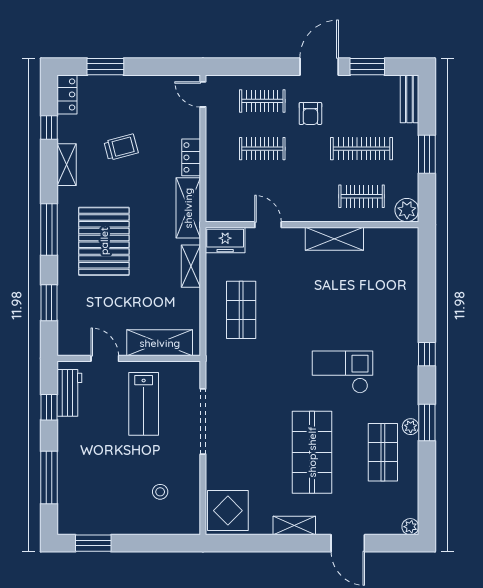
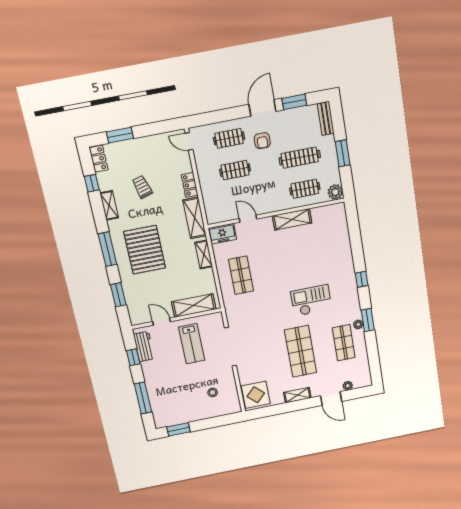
trolley: (121, 147) -> (142, 187), turned -91
plant: (410, 527) -> (348, 386), moved

